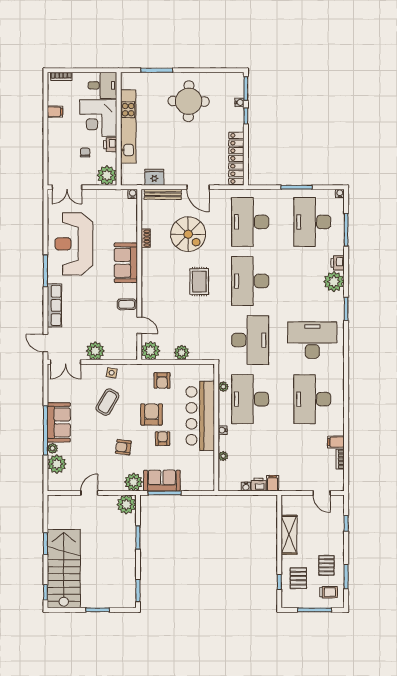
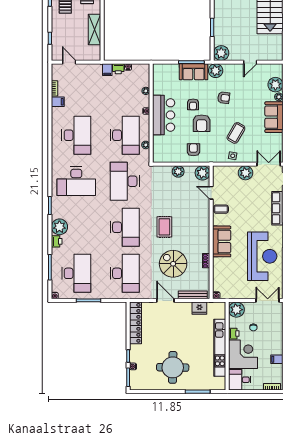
bar counter: (200, 416) -> (164, 115), width x0.73

